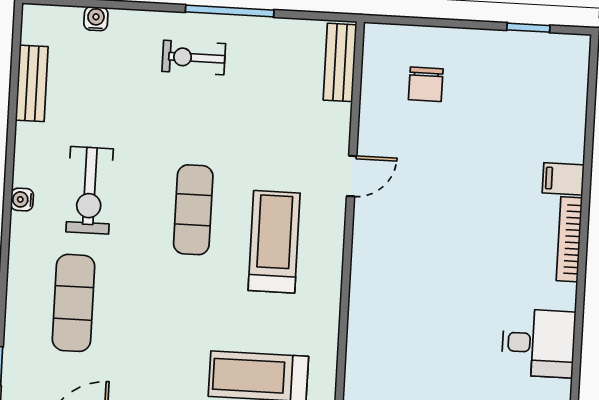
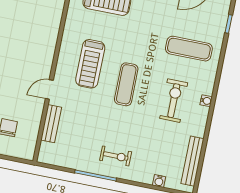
bench: (340, 62) -> (51, 124), moved
bench: (32, 83) -> (192, 161), width x1.36
exercise mat: (74, 303) -> (189, 49), turned 90

